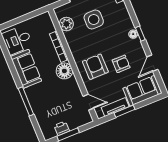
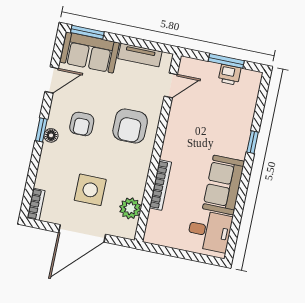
armchair: (121, 64) -> (82, 124), moved, turned -90
floor lamp: (64, 71) -> (175, 148), removed
window: (26, 101) -> (253, 142), width x0.46
door: (88, 102) -> (171, 85), swing flipped
window: (125, 111) -> (87, 32), moved

